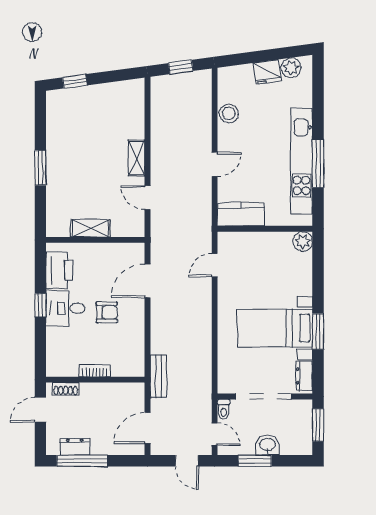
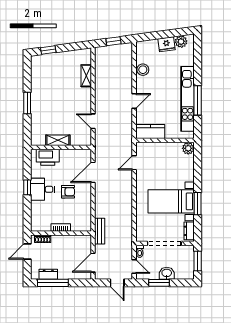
shelving: (137, 158) -> (86, 76), moved
printer: (59, 270) -> (48, 157), moved, turned 90

